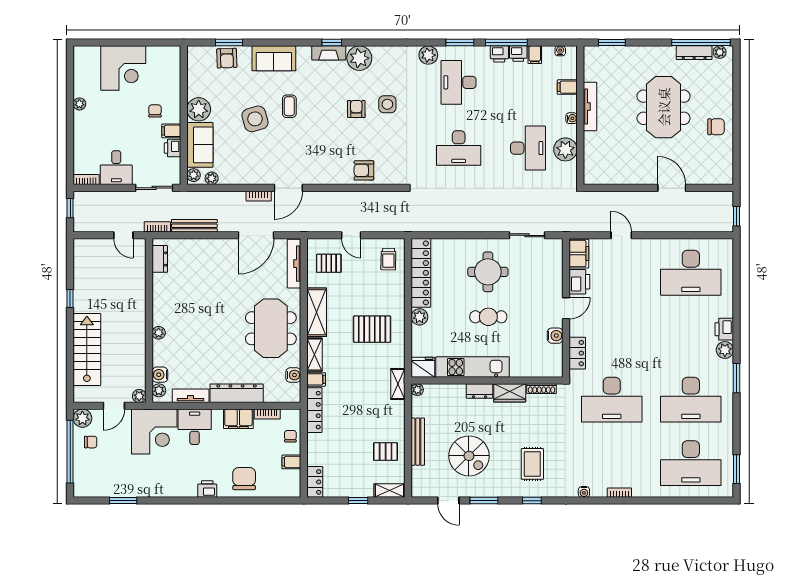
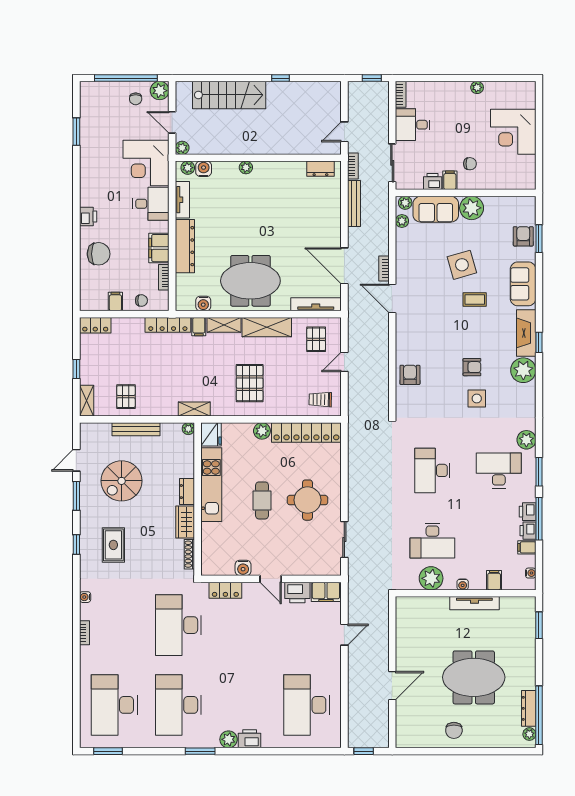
fireplace: (329, 53) -> (526, 333), width x1.37, depth x1.32
armchair: (227, 58) -> (523, 236), turned 92
rug: (532, 464) -> (113, 545), turned 90

